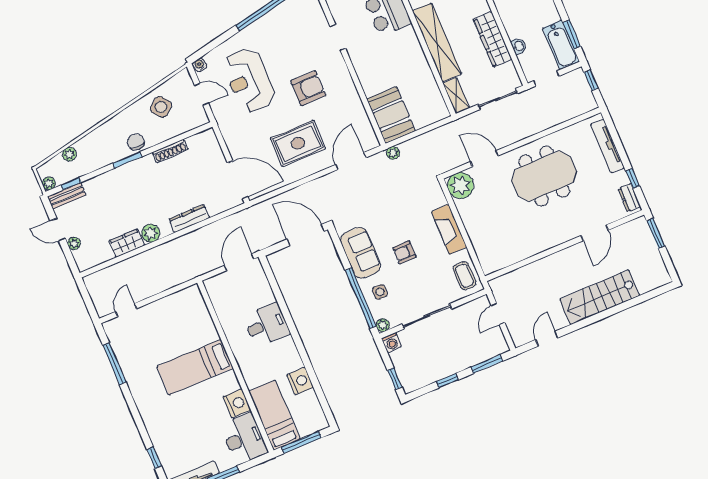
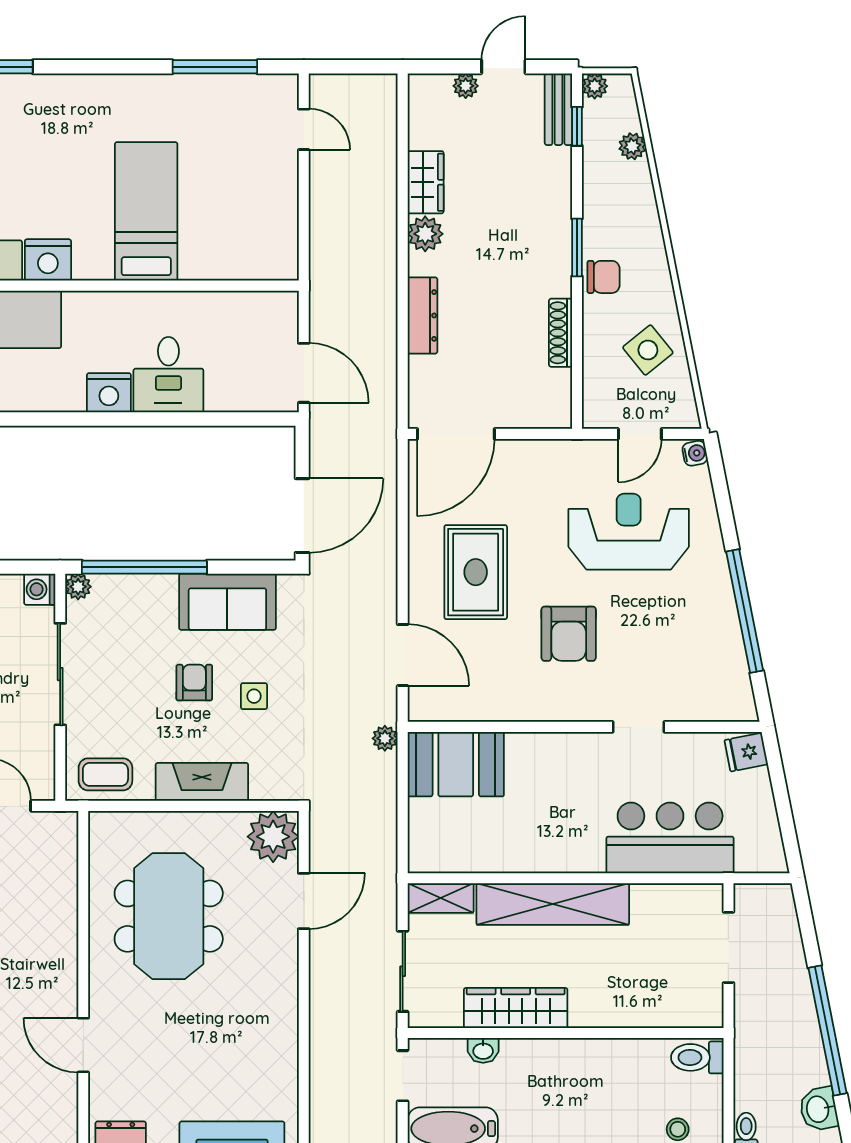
meeting table: (544, 176) -> (169, 916), moved
side table: (380, 292) -> (254, 696), moved
nightstand: (300, 381) -> (109, 393), moved

